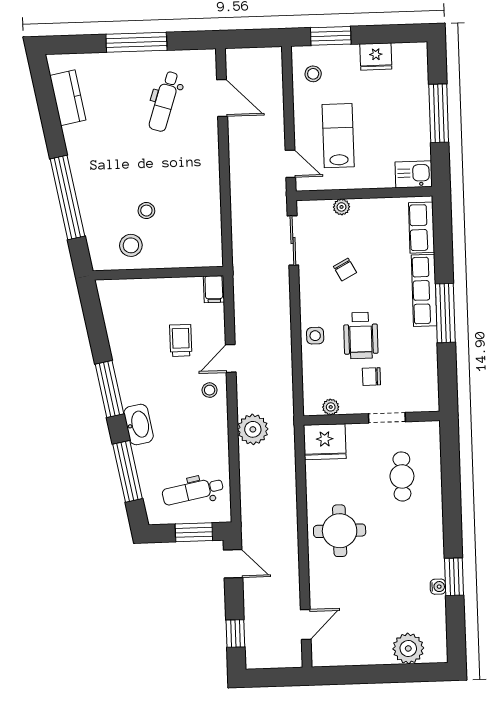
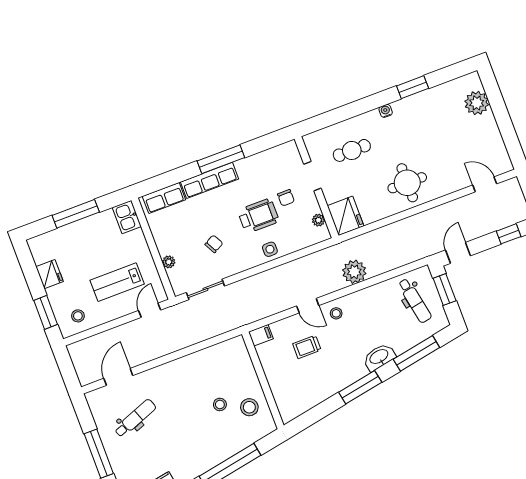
dental chair: (164, 101) -> (135, 418), turned -39
water cooler: (438, 587) -> (386, 111), moved

